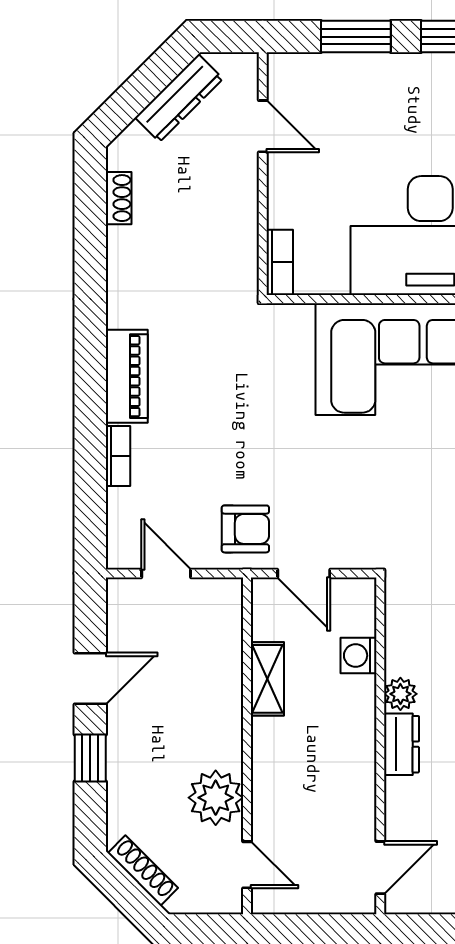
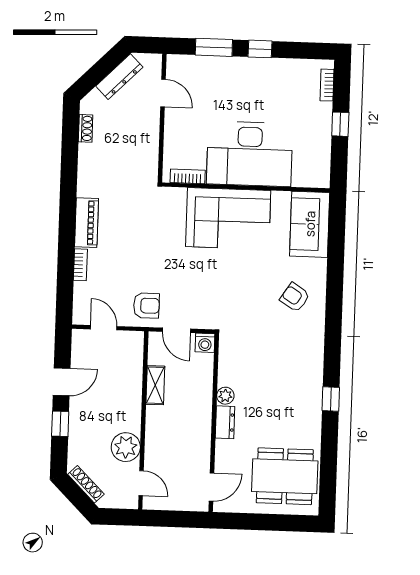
bookcase: (280, 262) -> (188, 176), moved, turned -90
washing machine: (358, 656) -> (205, 343), moved, turned -90

